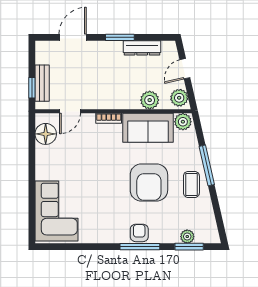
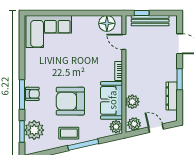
bench: (42, 83) -> (150, 21), width x1.36
plant: (187, 237) -> (34, 130), width x1.87, depth x1.87

